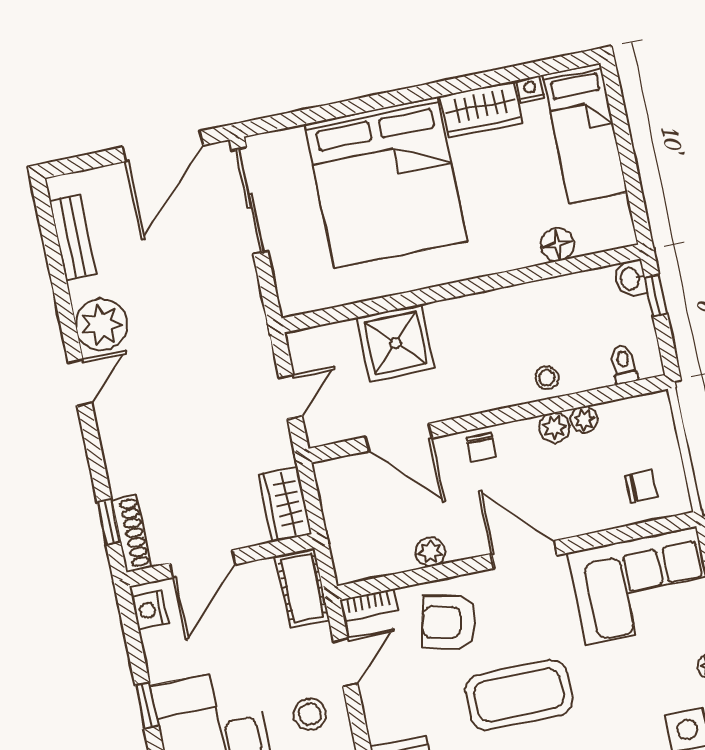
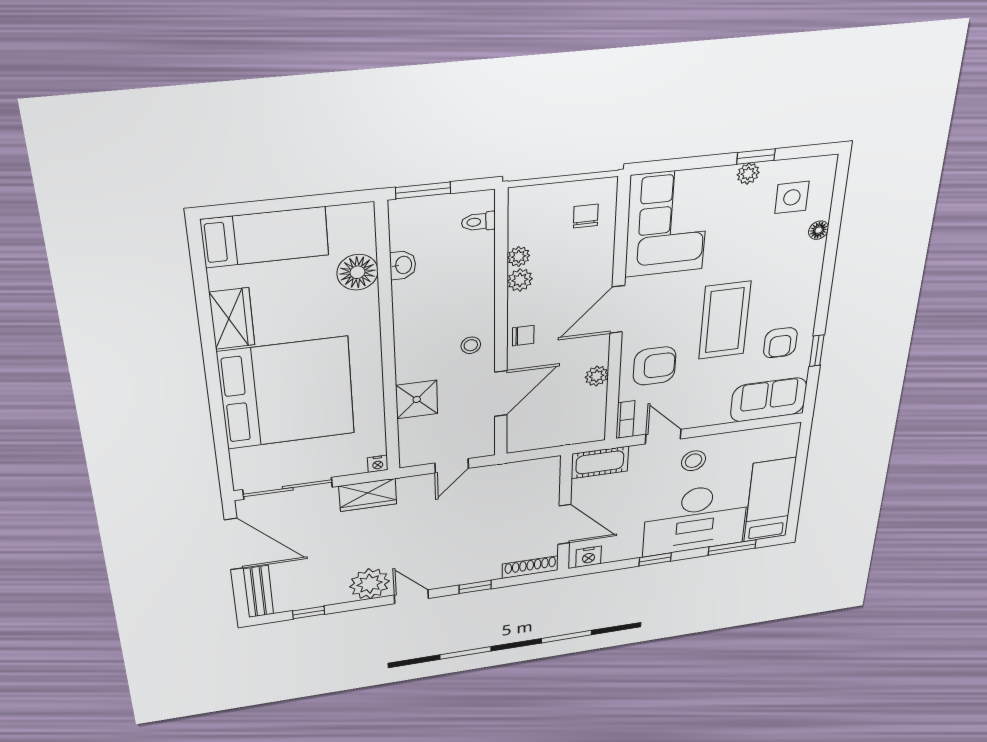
nightstand: (530, 89) -> (378, 464), moved, turned -90
bench: (73, 237) -> (258, 592), moved, turned 90
floor lamp: (557, 244) -> (357, 272), width x1.38, depth x1.38
window: (53, 253) -> (309, 612), added
washbasin: (631, 278) -> (403, 265), moved, turned -90
window: (656, 296) -> (423, 190), width x1.50
shower: (396, 343) -> (417, 399), width x0.73, depth x0.73
stool: (547, 378) -> (471, 345), moved
door: (290, 397) -> (452, 466), swing flipped
wardrobe: (285, 504) -> (368, 495), moved
window: (109, 522) -> (475, 587), moved
armchair: (449, 622) -> (655, 366), turned -103

